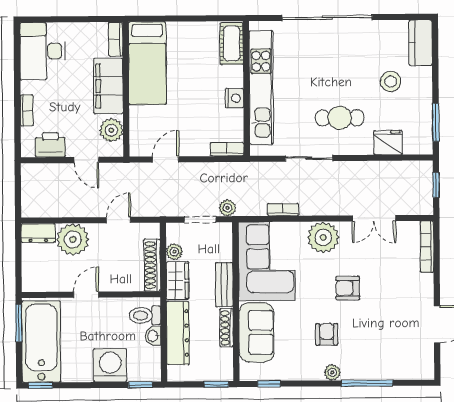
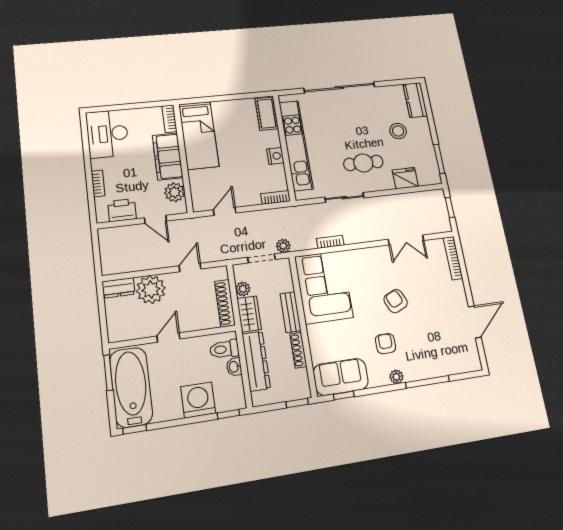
plant: (323, 237) -> (368, 261), removed
armchair: (348, 288) -> (396, 301), turned 66
sofa: (256, 332) -> (341, 377), moved, turned -90

